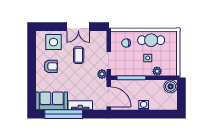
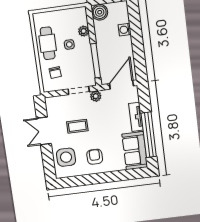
double door: (78, 27) -> (44, 131), swing flipped
washing machine: (144, 105) -> (125, 30), moved

